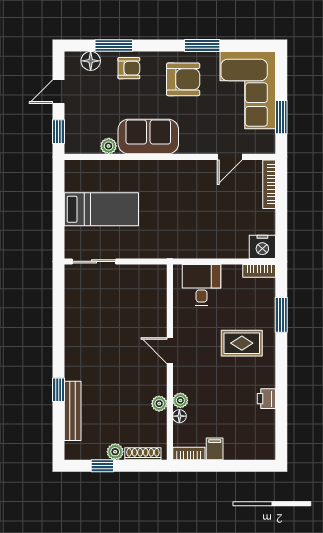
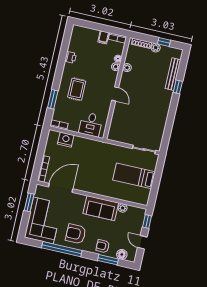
window: (202, 46) -> (62, 249), width x2.11
door: (59, 92) -> (142, 242), swing flipped
door: (230, 157) -> (61, 188), width x1.88
nightstand: (262, 247) -> (66, 140), moved
rug: (242, 343) -> (77, 89), turned 90

